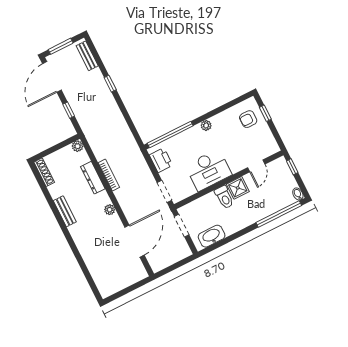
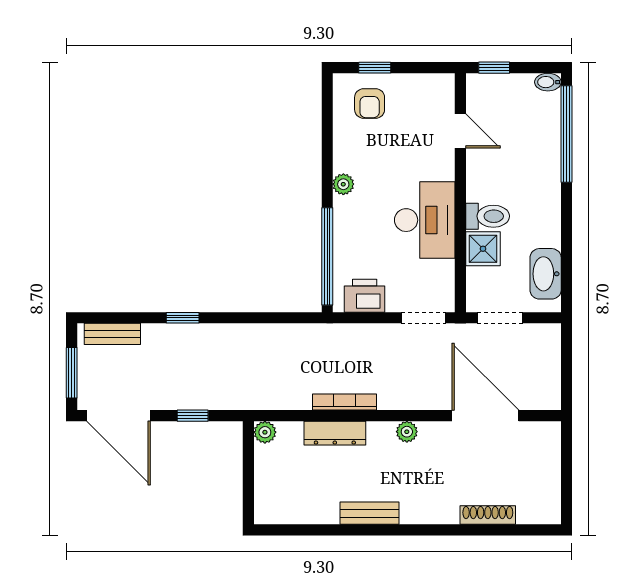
shoe rack: (44, 172) -> (488, 515), moved
shower: (238, 188) -> (483, 249), moved

